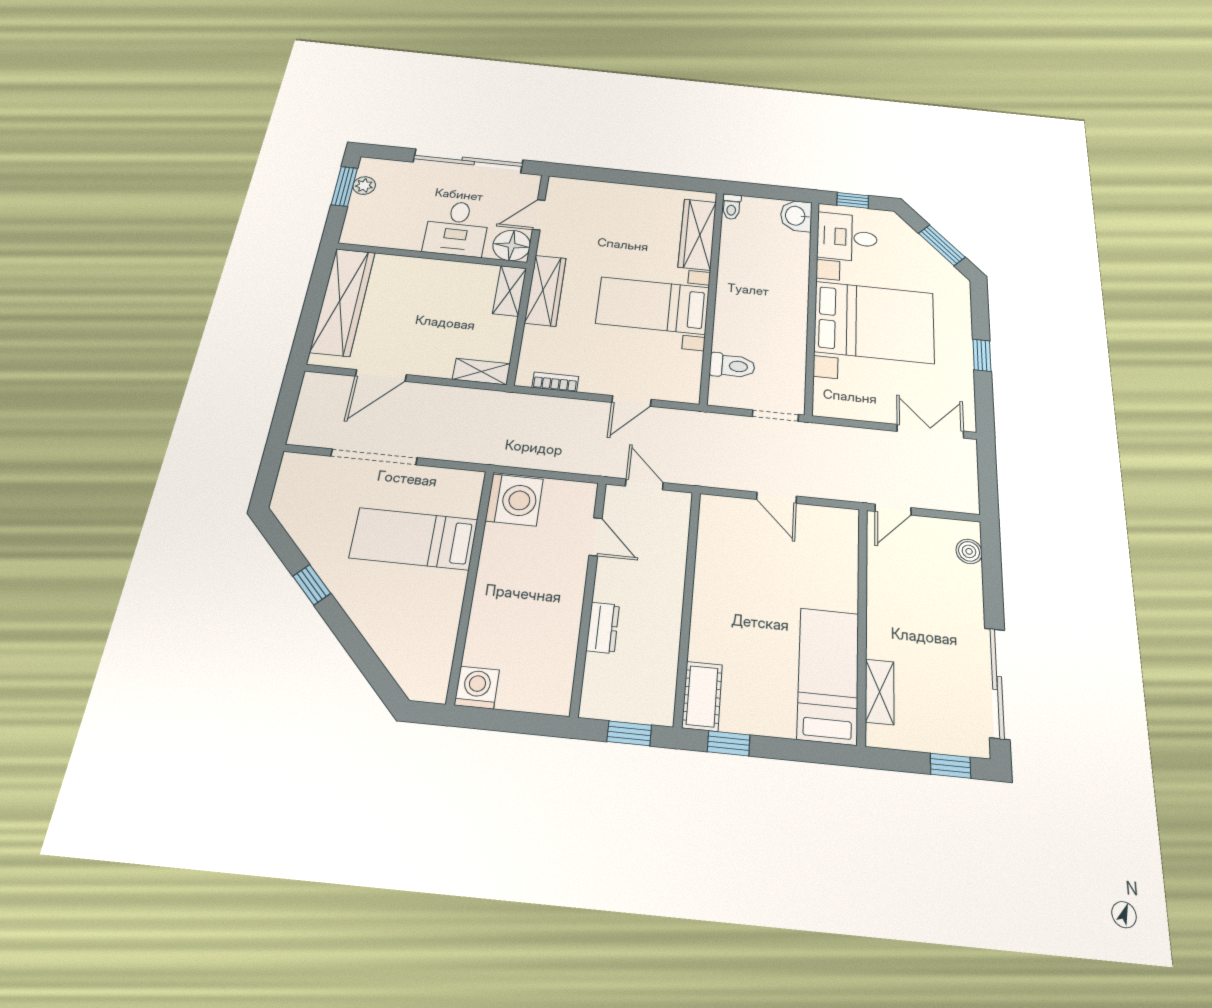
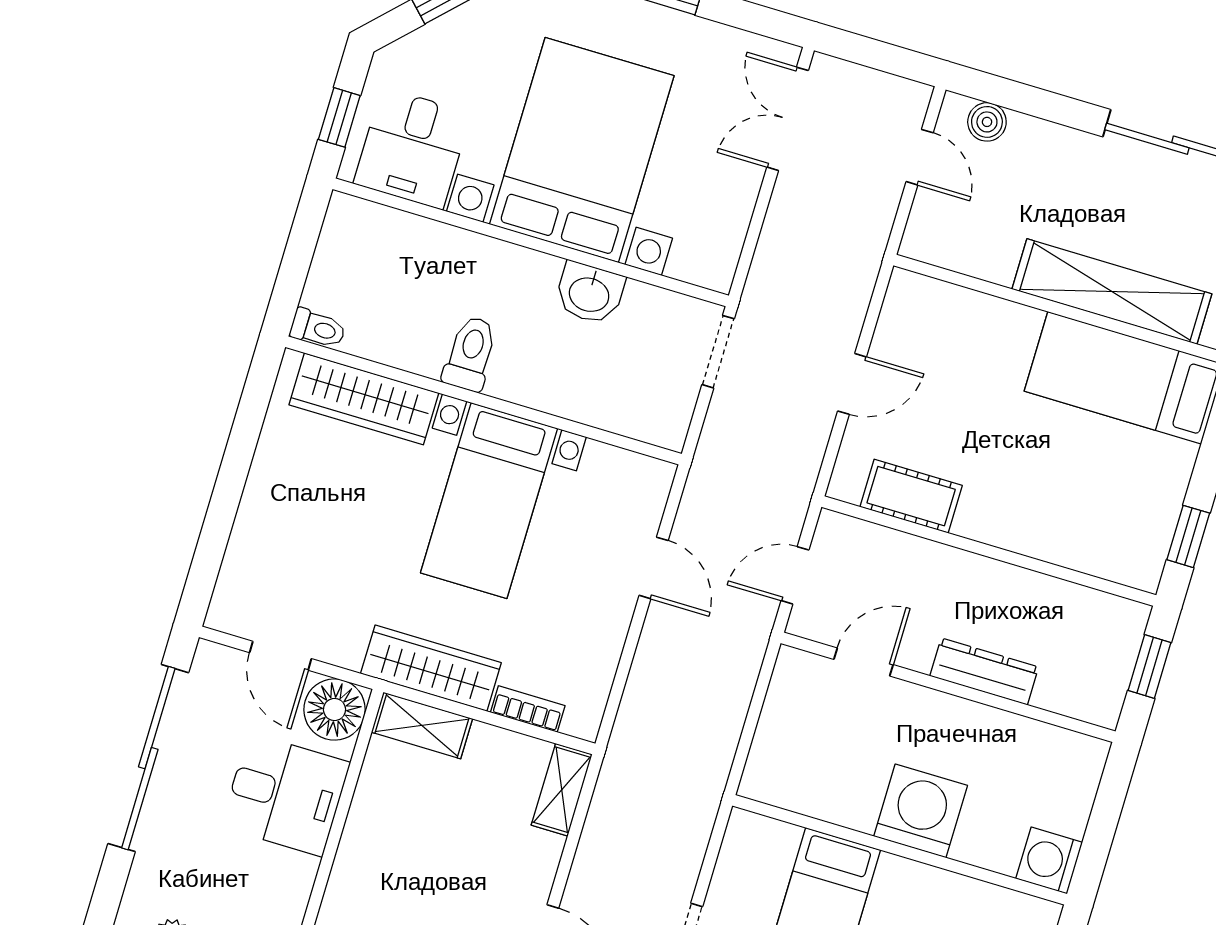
washbasin: (796, 216) -> (590, 293), moved
toilet: (732, 366) -> (470, 354), moved
bookcase: (555, 382) -> (528, 709), moved, turned 90
washing machine: (514, 500) -> (921, 811), moved
door: (893, 510) -> (920, 157), moved
dresser: (603, 628) -> (984, 671), width x1.44
shelving: (880, 692) -> (1112, 291), width x2.20, depth x1.33
cot: (702, 696) -> (911, 496), moved

